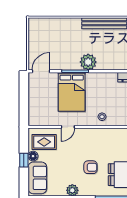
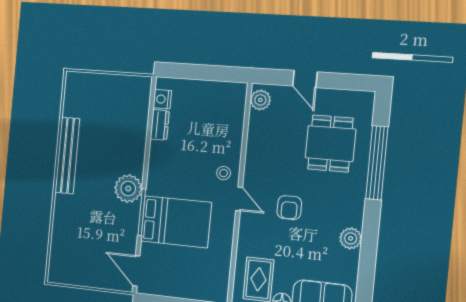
door: (68, 127) -> (239, 199), moved
armchair: (90, 167) -> (289, 208), moved, turned 180

